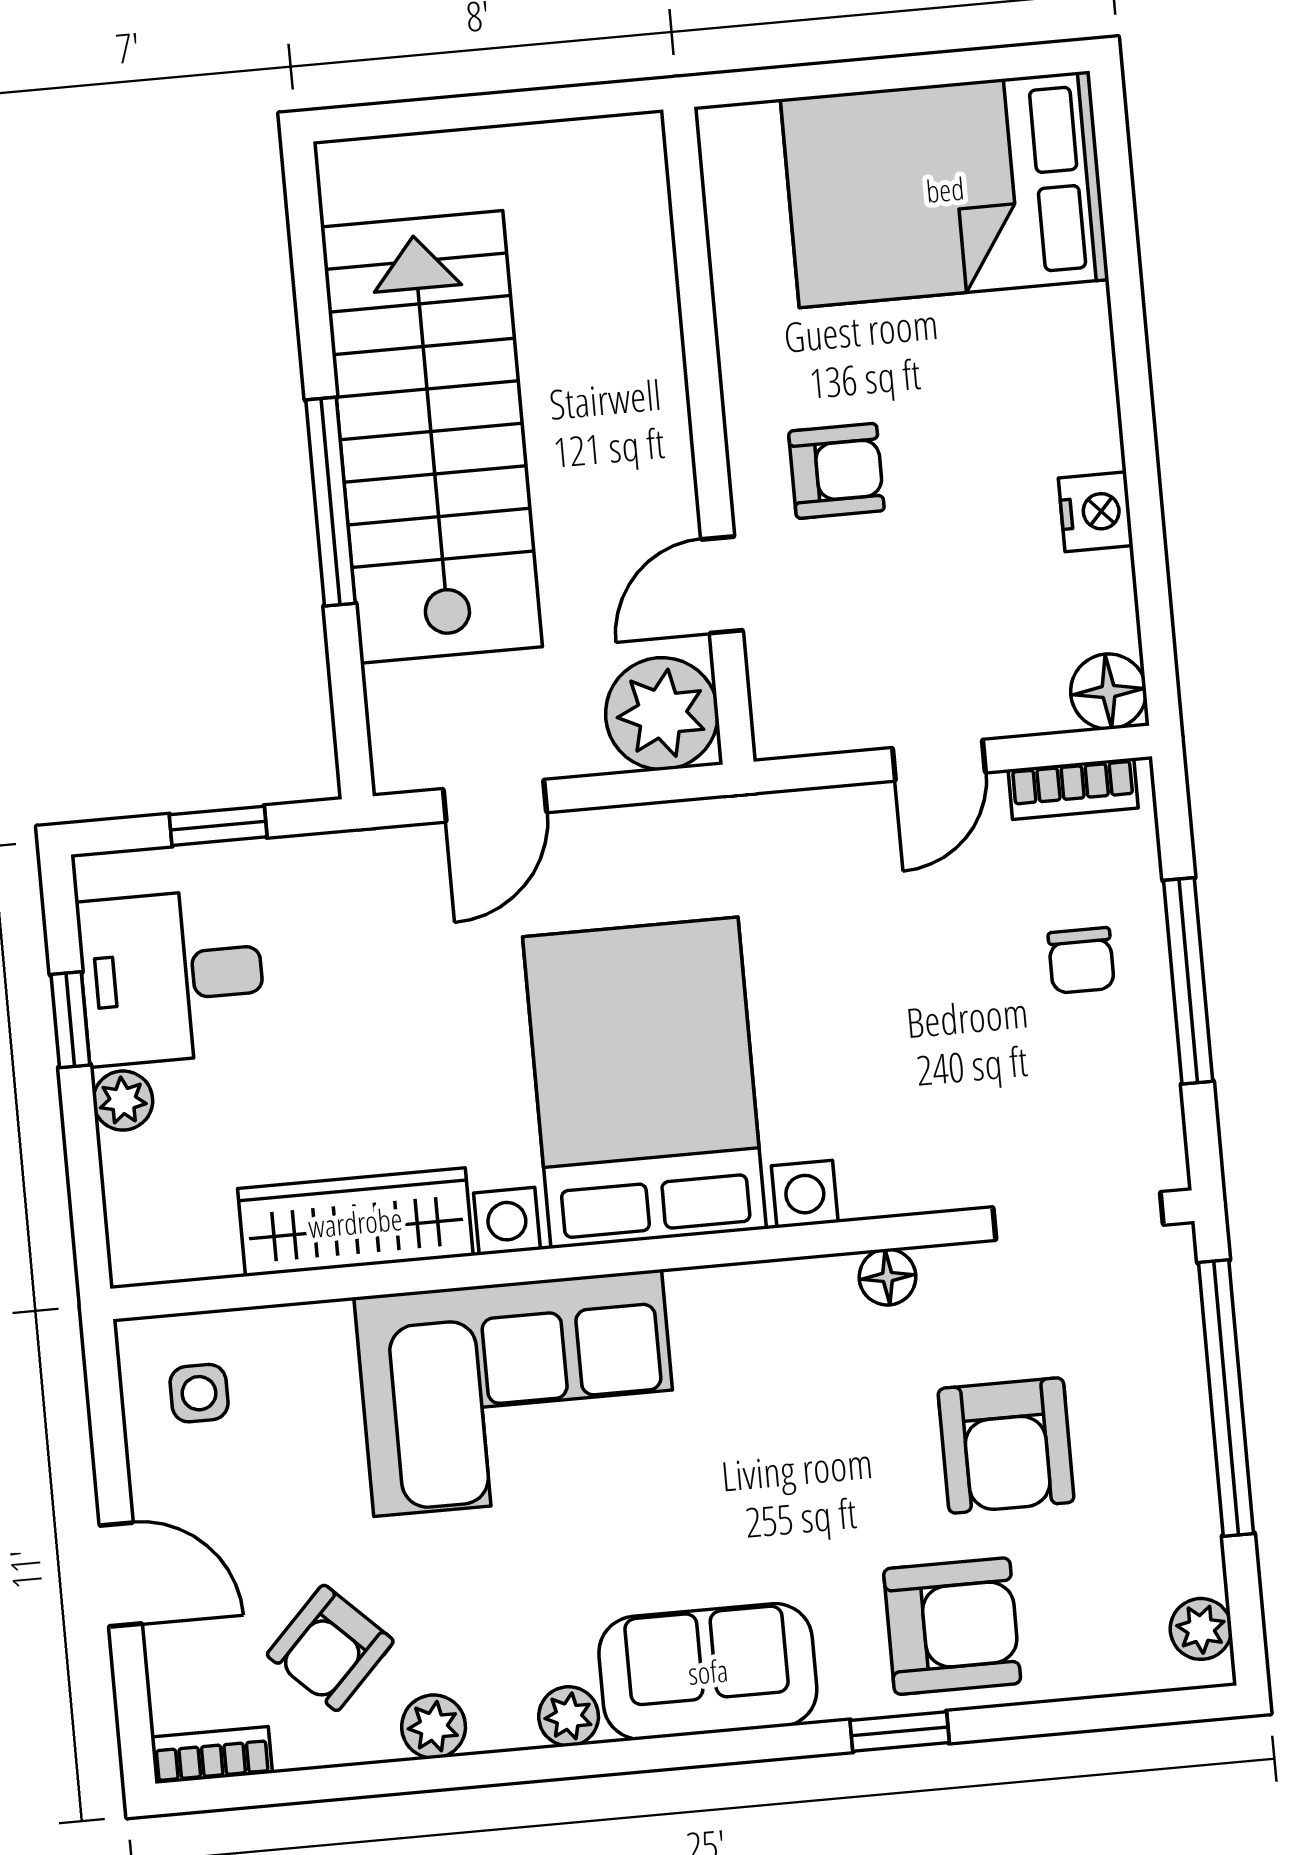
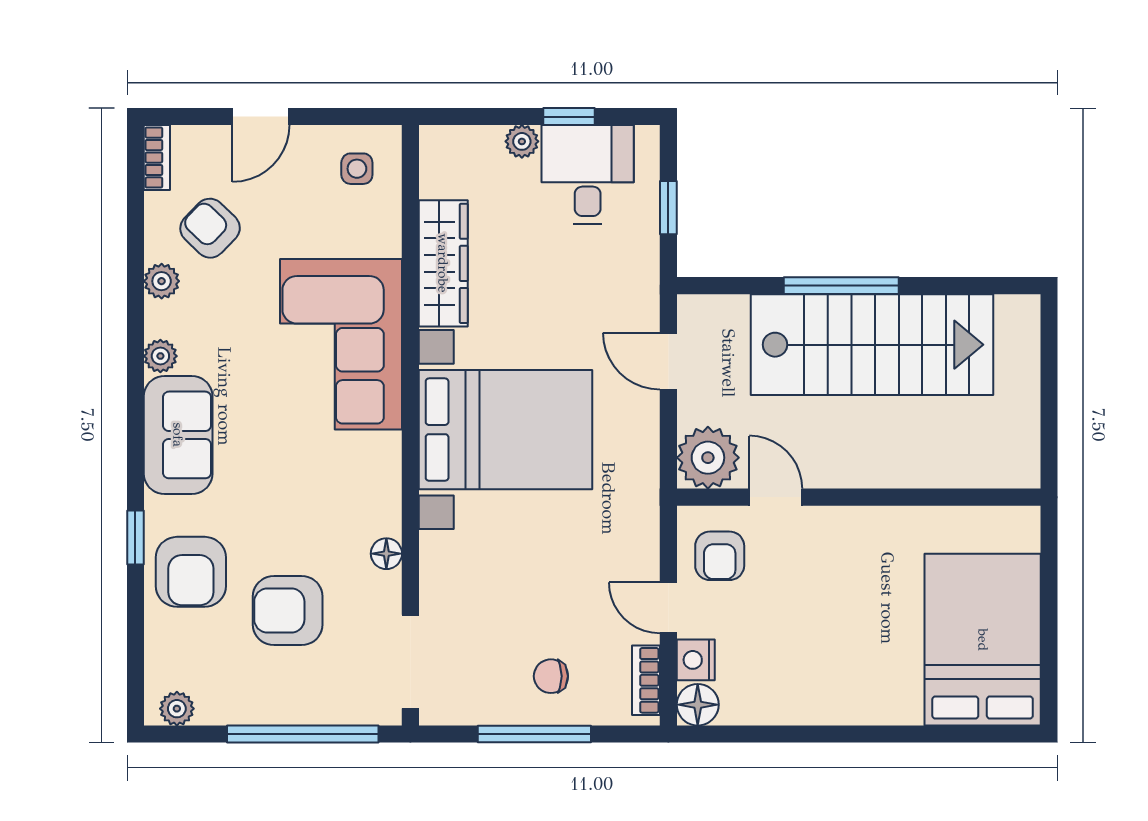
armchair: (836, 471) -> (720, 556), moved
nightstand: (1096, 512) -> (696, 660), moved, turned 90

